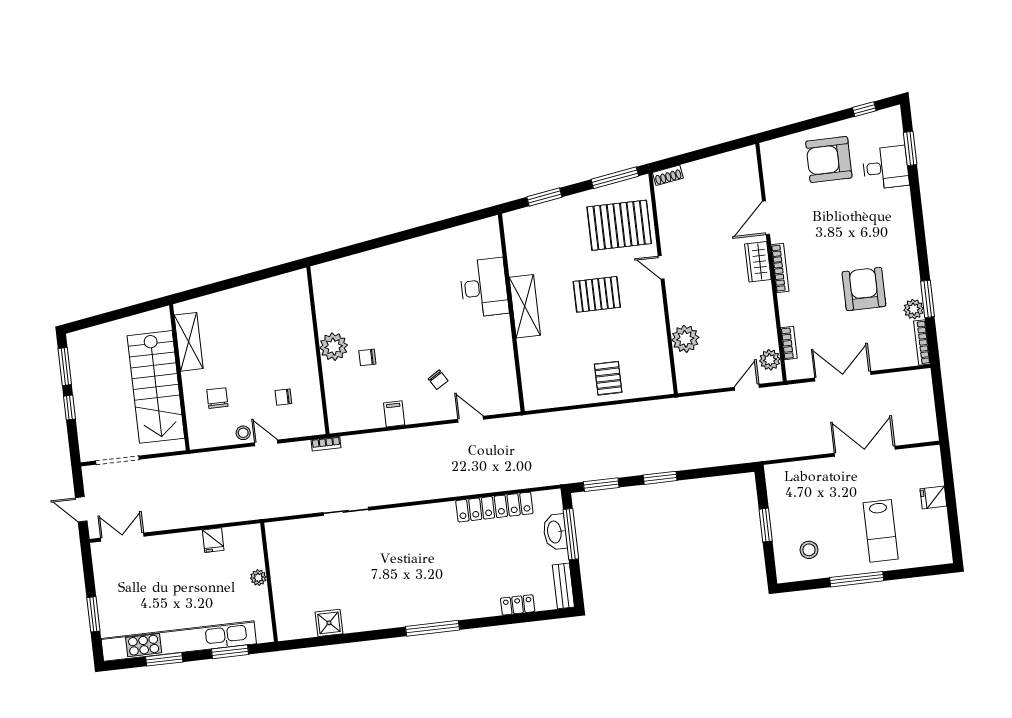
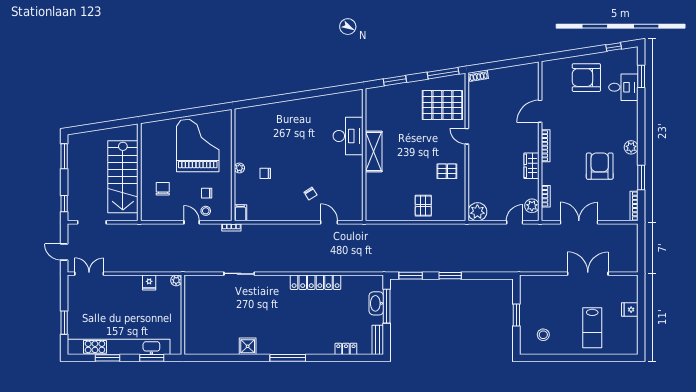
wardrobe: (758, 262) -> (531, 166), moved
pallet: (597, 294) -> (447, 171), moved, width x0.67, depth x0.71
plant: (914, 309) -> (631, 147), moved
grand piano: (262, 328) -> (198, 146), added
plant: (685, 339) -> (477, 212), moved
shelving: (189, 342) -> (148, 149), removed
plant: (334, 347) -> (239, 168), width x0.53, depth x0.53
window: (69, 408) -> (64, 204), moved
filing cabinet: (394, 414) -> (240, 213), moved
stool: (243, 433) -> (206, 211), moved
locker: (494, 507) -> (316, 282), moved
plant: (258, 578) -> (176, 280), moved
window: (857, 579) -> (573, 358), removed
shower: (329, 623) -> (248, 346), moved

